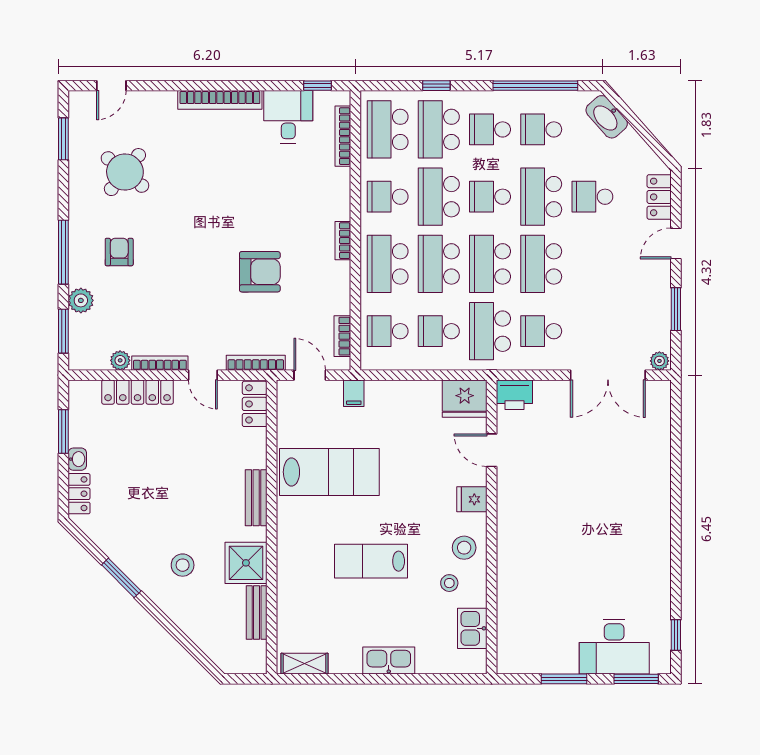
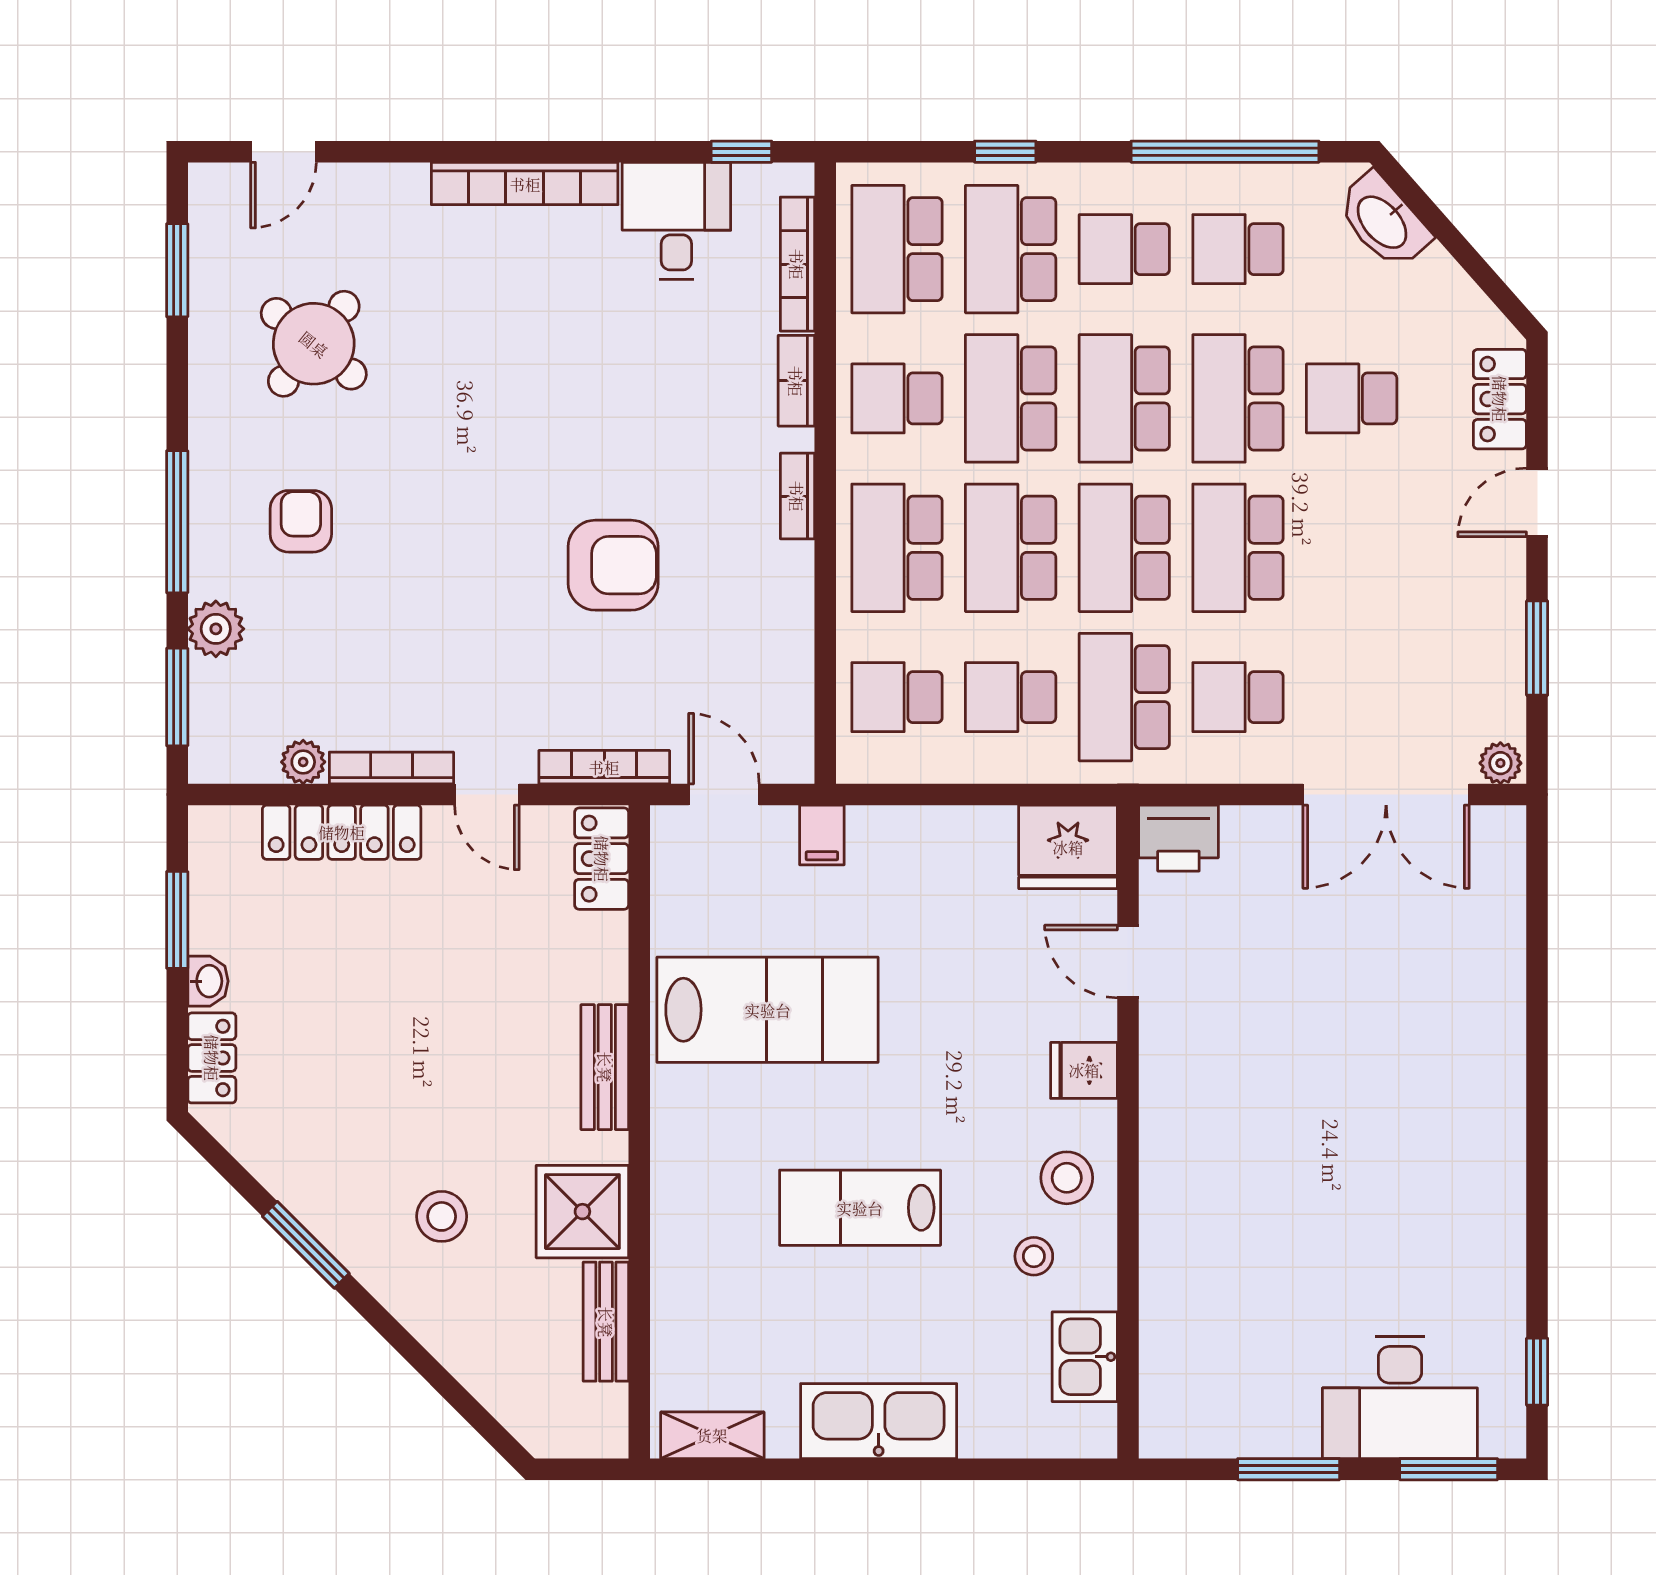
school desk: (490, 197) -> (1124, 398), width x1.85
bookcase: (342, 336) -> (796, 381), moved
kitchen sink: (389, 661) -> (879, 1421), width x1.36, depth x1.24

